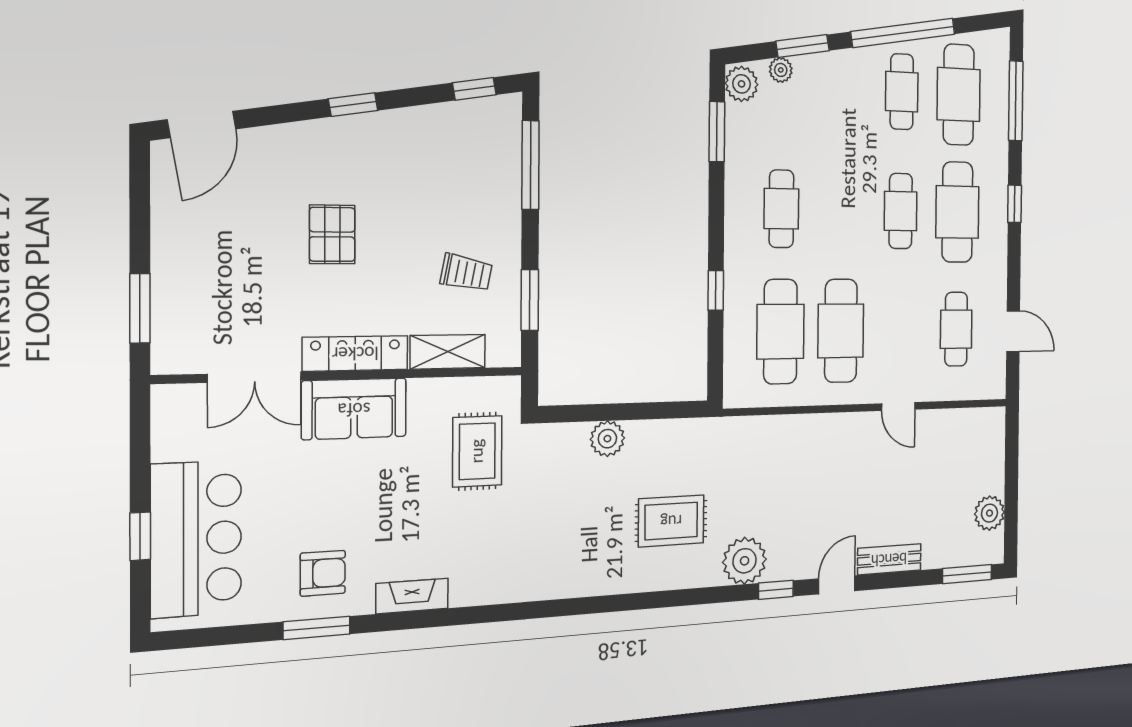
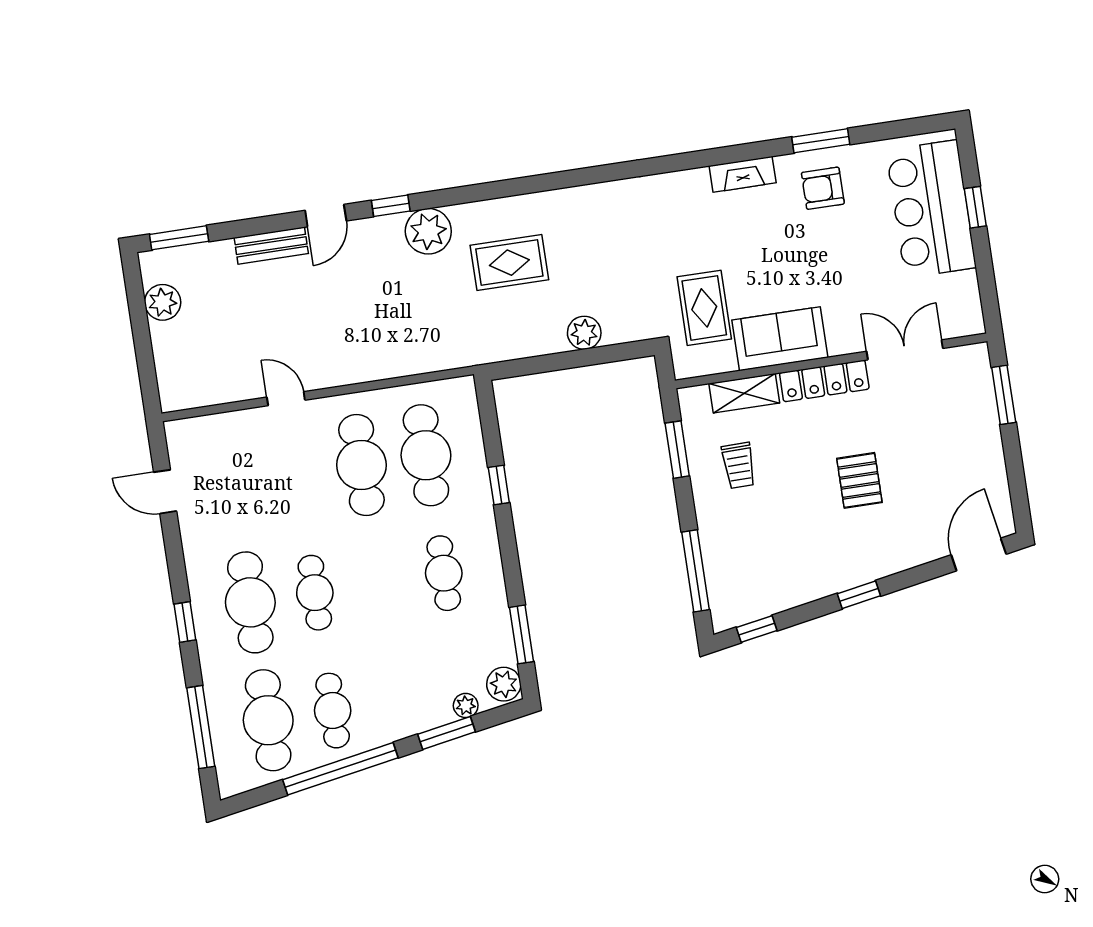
trolley: (466, 273) -> (739, 465), turned -102
cafe table: (956, 329) -> (233, 485), removed
sofa: (354, 409) -> (780, 339), moved

